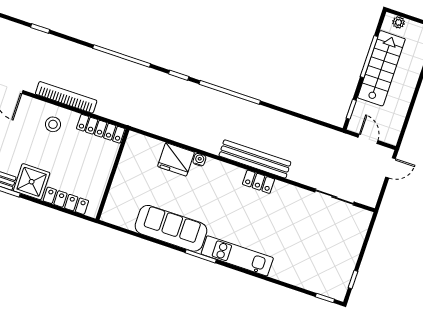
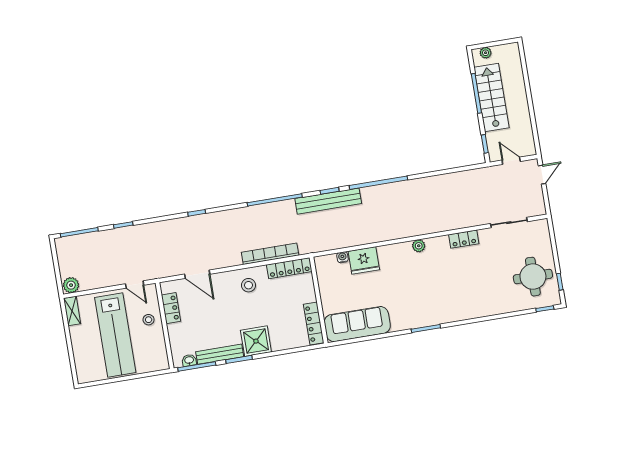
bookcase: (66, 97) -> (270, 254), moved
bench: (255, 159) -> (328, 201), moved
water cooler: (199, 160) -> (342, 257), moved
plant: (236, 173) -> (419, 246), added
locker: (259, 182) -> (464, 239), moved
locker: (66, 201) -> (314, 324), moved, turned -90
sofa: (171, 228) -> (357, 324), moved
kitchen unit: (237, 256) -> (455, 313), removed
round table: (330, 261) -> (533, 277), added

